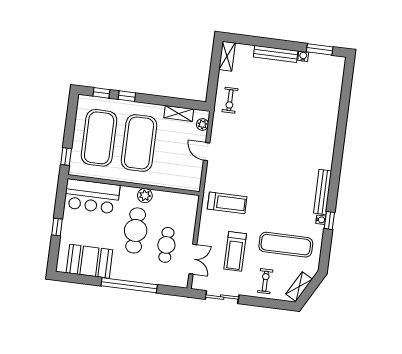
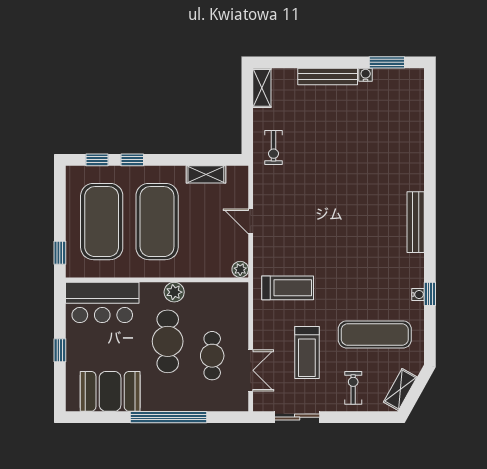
plant: (202, 124) -> (240, 269), moved
bench: (323, 192) -> (416, 222), moved

